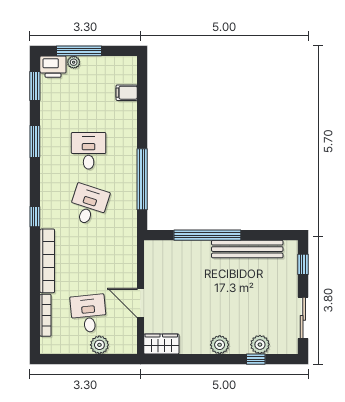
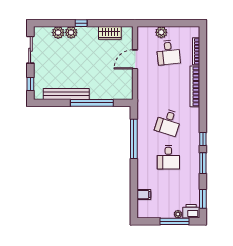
window: (35, 217) -> (203, 139), moved
door: (140, 303) -> (135, 59), swing flipped
wardrobe: (161, 344) -> (110, 33), moved
plant: (220, 345) -> (71, 32), moved
window: (256, 359) -> (81, 23), moved

